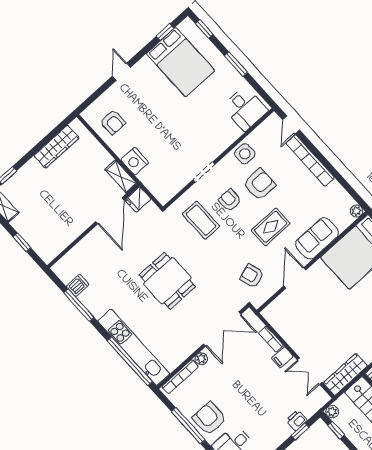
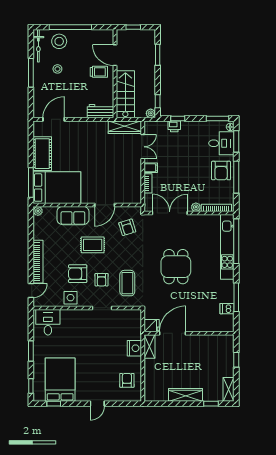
wardrobe: (56, 147) -> (186, 395), moved

